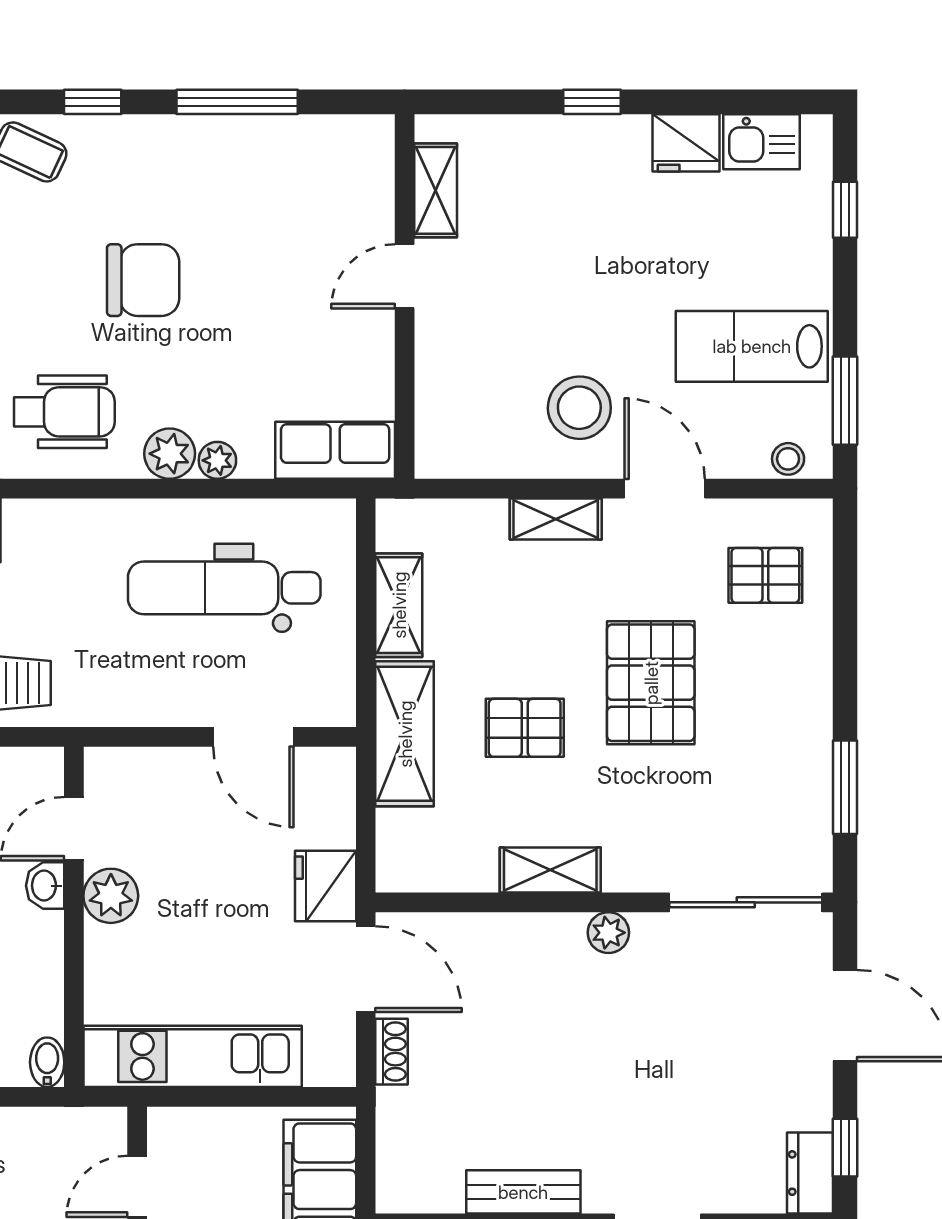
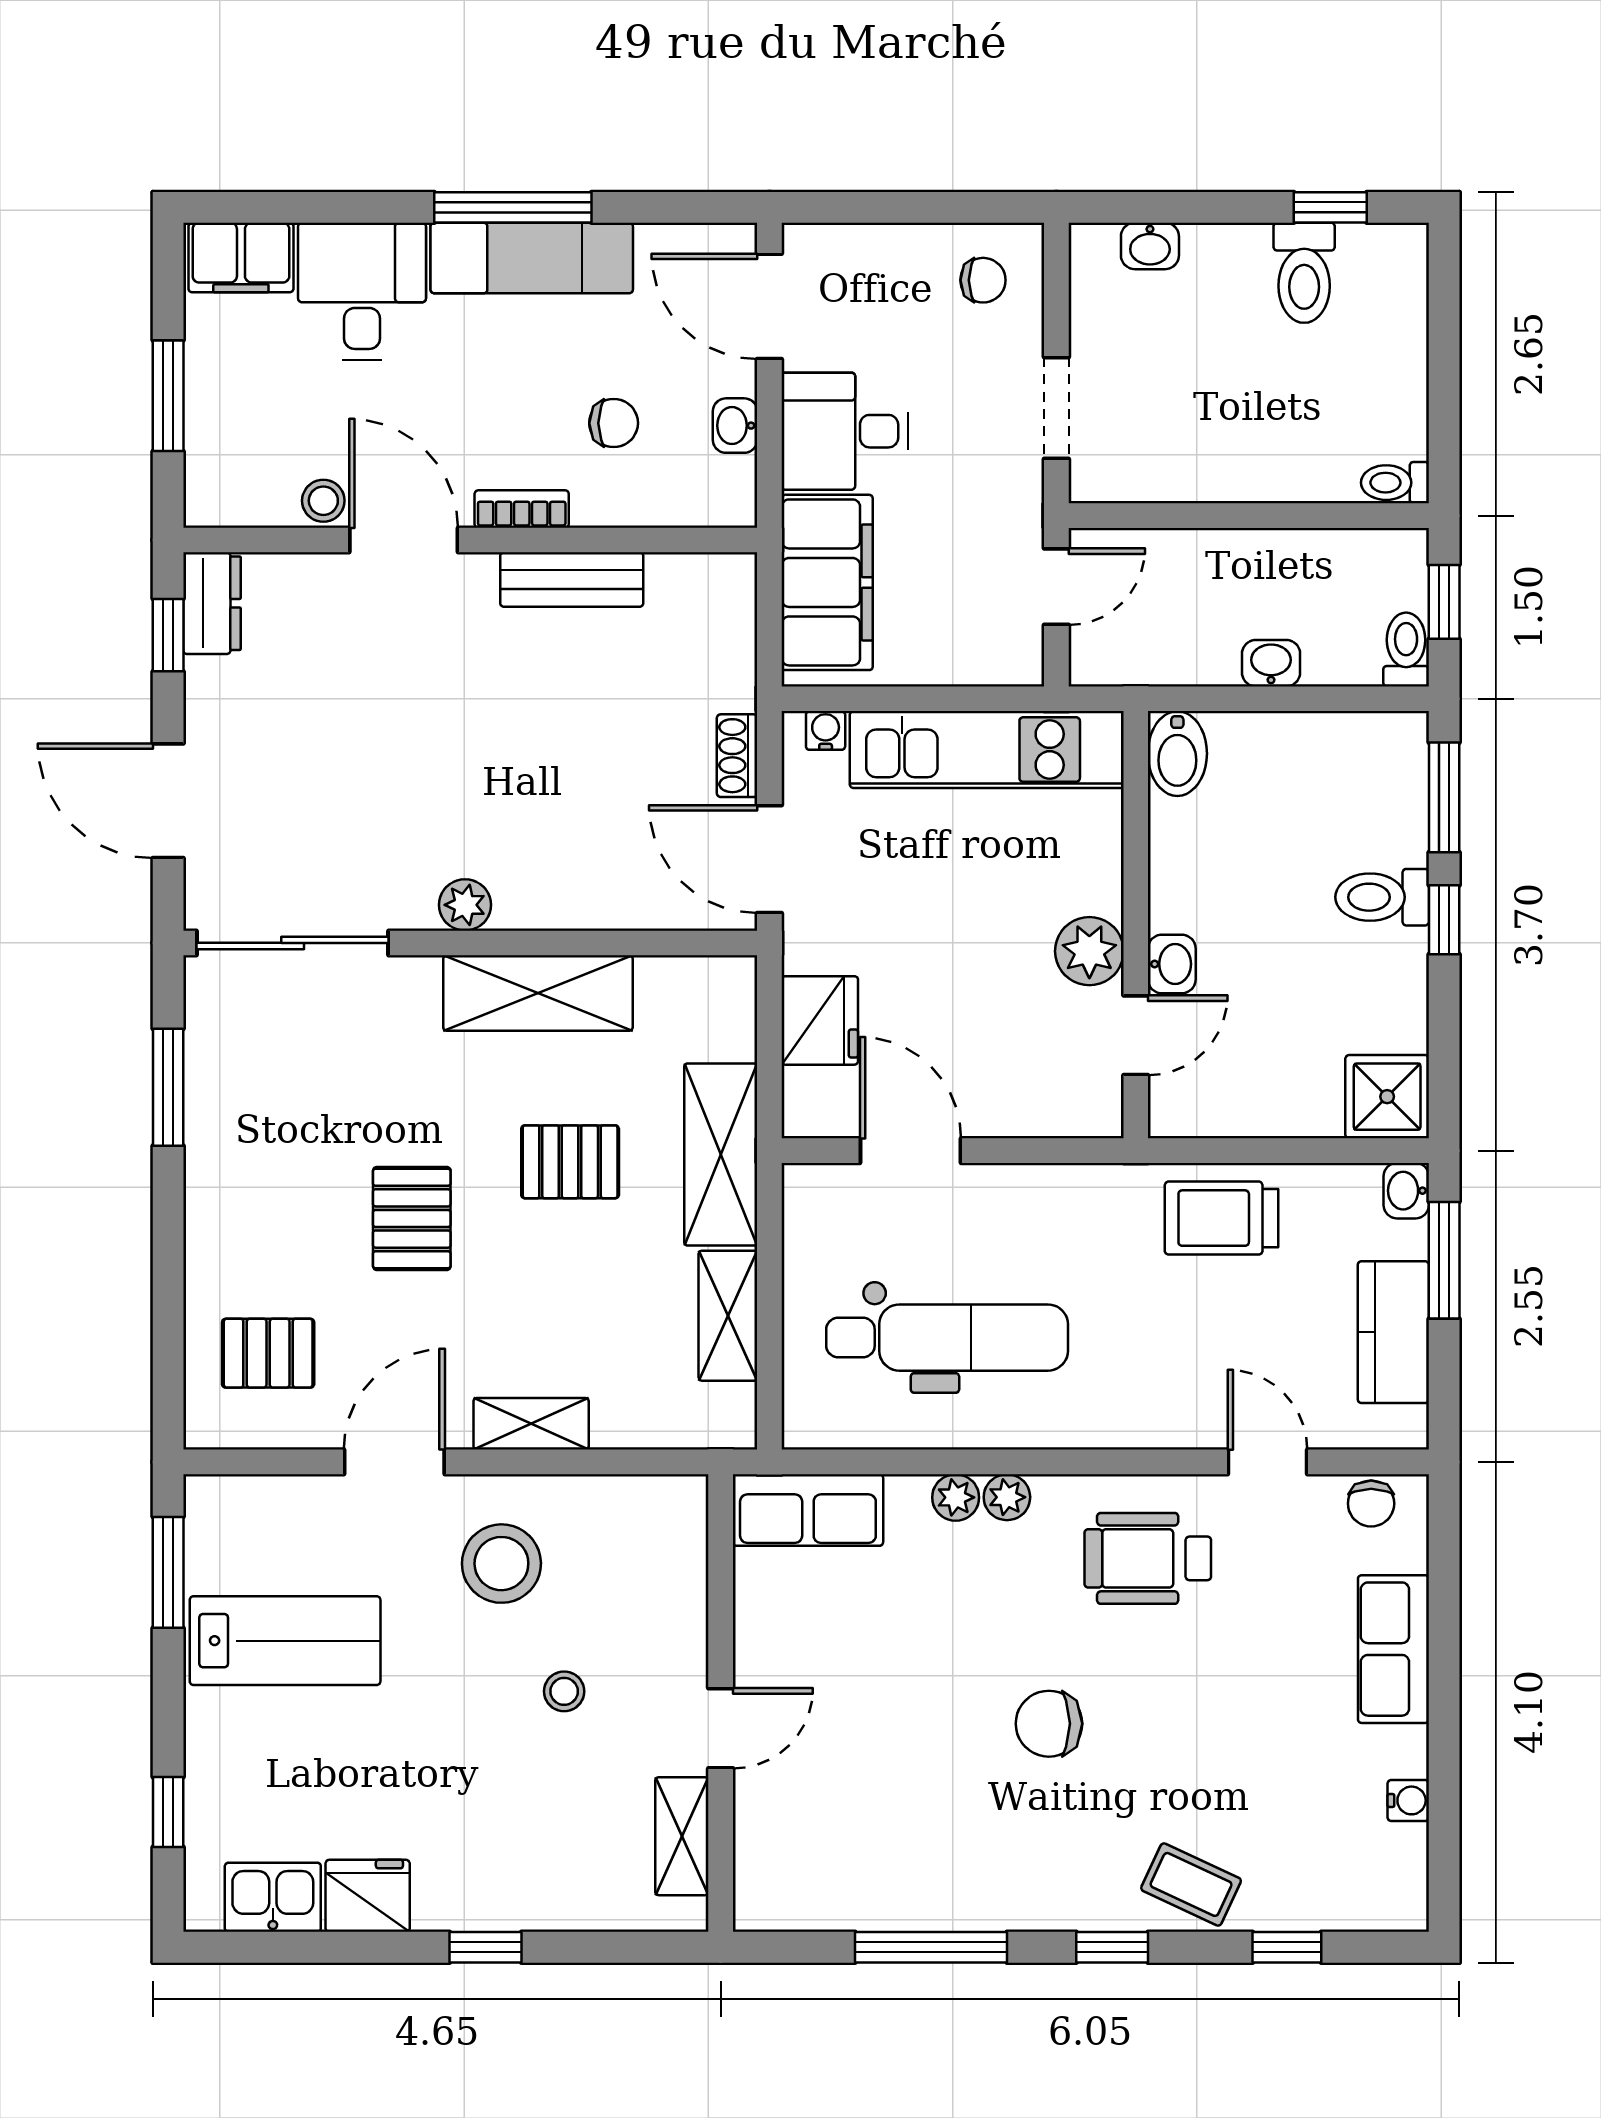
chair: (143, 280) -> (1049, 1724), width x0.73, depth x0.73
plant: (170, 454) -> (1007, 1497), width x0.73, depth x0.73
stool: (788, 459) -> (564, 1691), moved
door: (665, 489) -> (394, 1462), swing flipped
pallet: (651, 683) -> (412, 1218), width x0.67, depth x0.71
shelving: (550, 870) -> (538, 993), width x1.50, depth x1.33
fridge: (326, 886) -> (820, 1020), moved
bidet: (47, 1062) -> (1177, 754), width x1.38, depth x1.36
water cooler: (321, 1072) -> (826, 730), added

